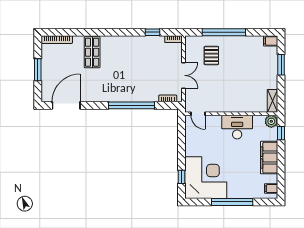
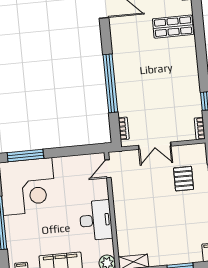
pallet: (211, 56) -> (184, 179), turned 90
window: (181, 177) -> (25, 156), width x2.17

